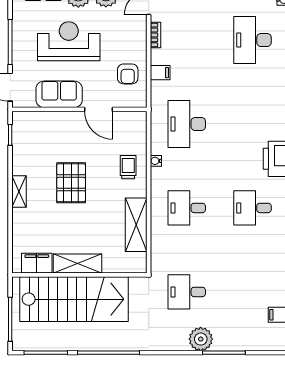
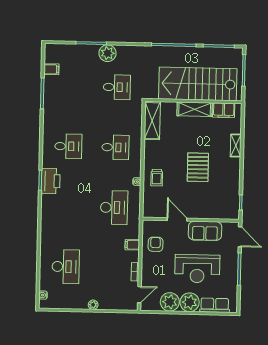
shelving: (19, 191) -> (236, 146), moved
shelving: (136, 225) -> (152, 121), moved

